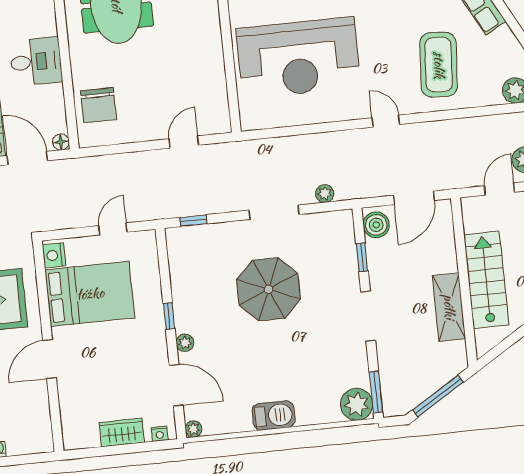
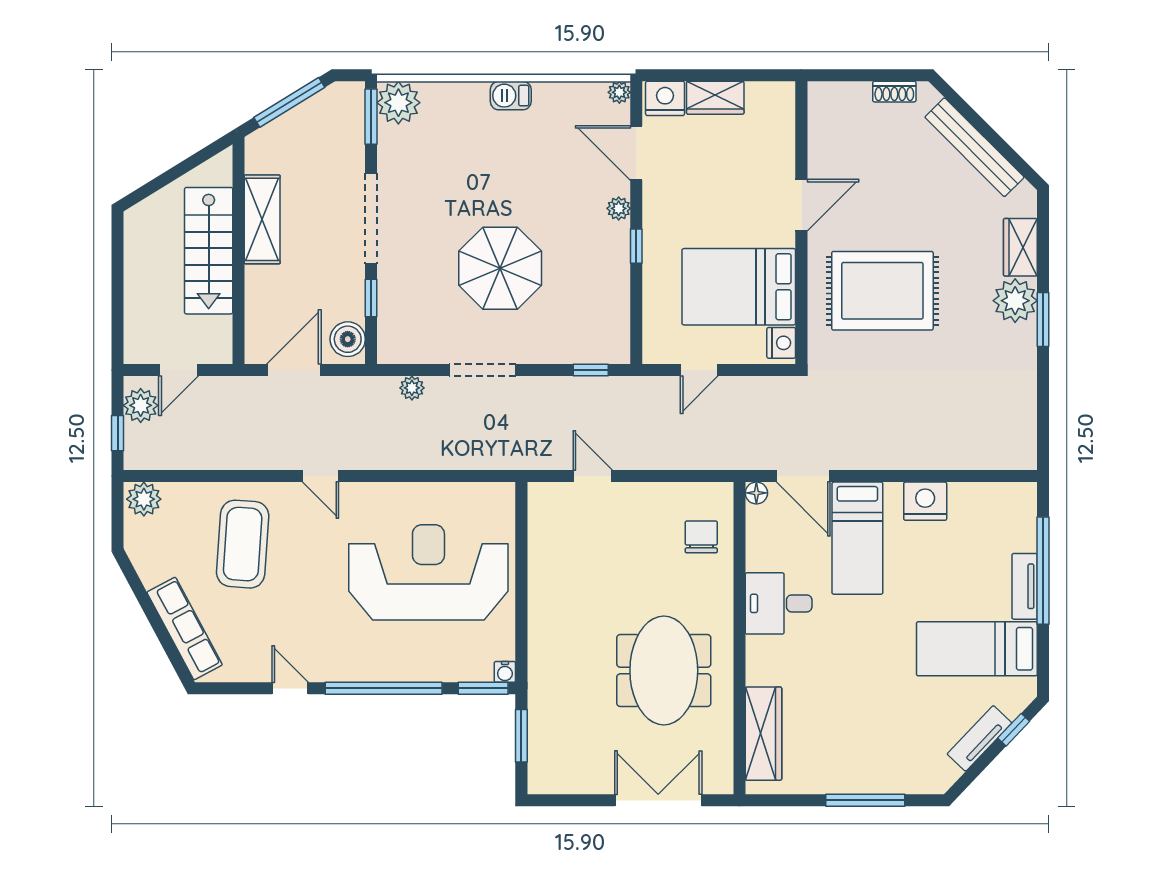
chair: (98, 105) -> (701, 537), width x0.73, depth x0.73
door: (184, 142) -> (593, 476), swing flipped
doorway: (368, 316) -> (371, 219), width x1.36
barbecue: (274, 415) -> (511, 96), width x0.73, depth x0.79
nightstand: (160, 434) -> (665, 98), width x1.89, depth x1.79

